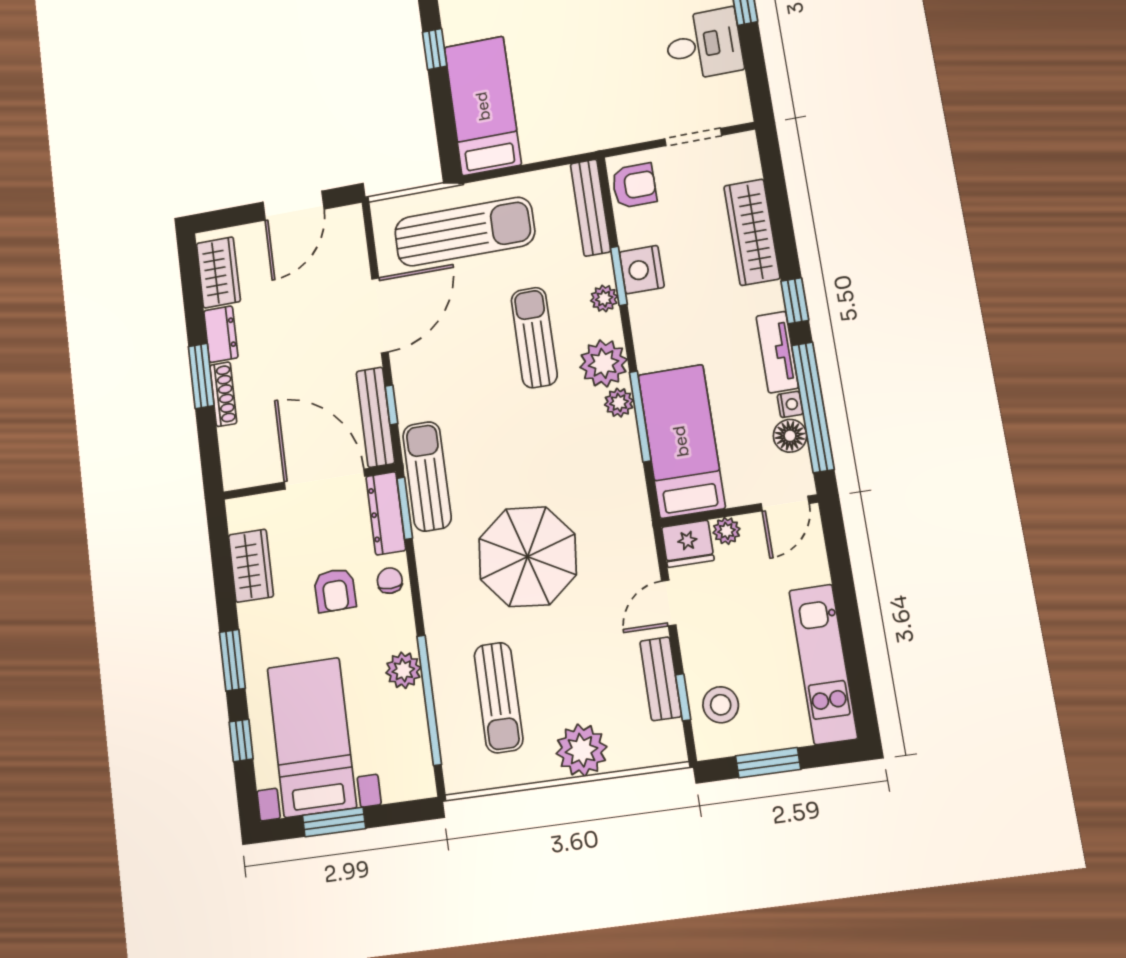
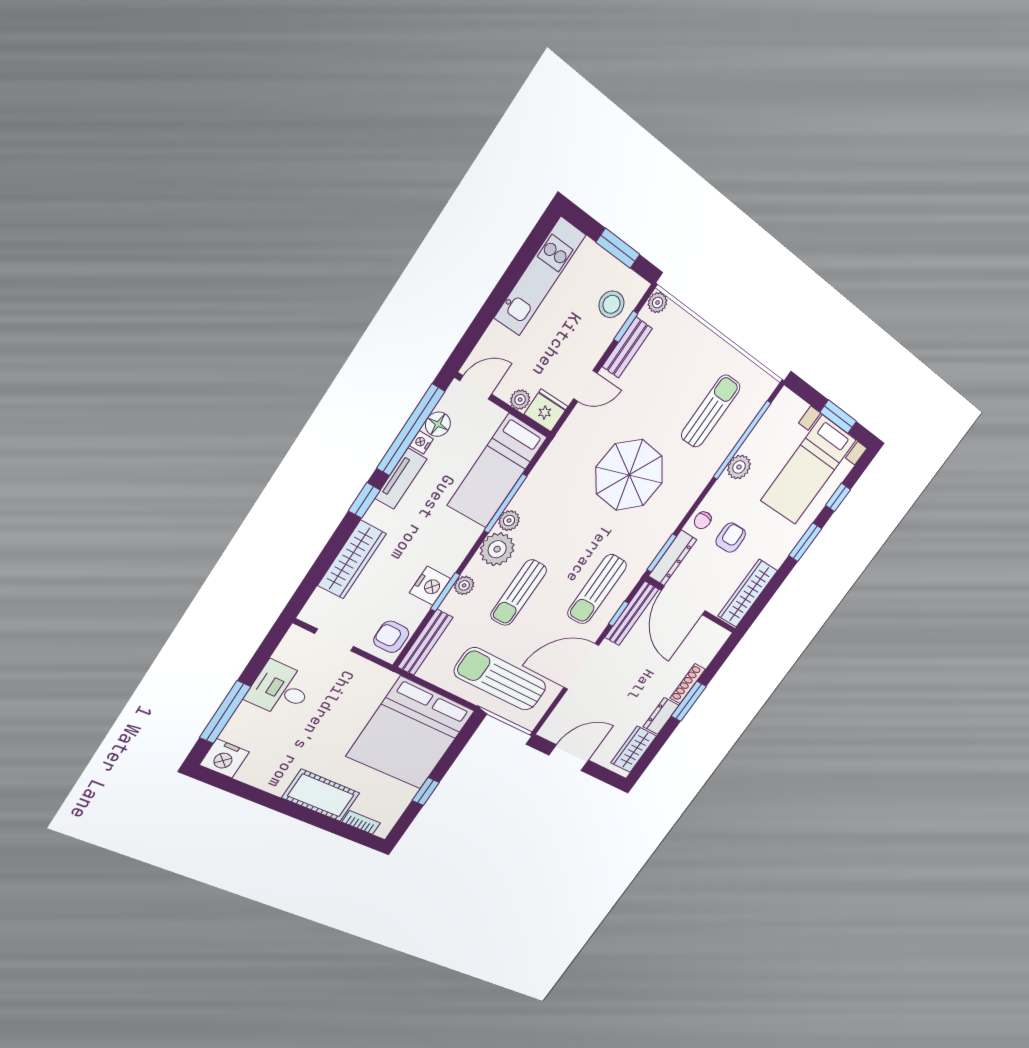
bed: (483, 106) -> (411, 733), width x2.04
sun lounger: (427, 476) -> (597, 589), moved
wardrobe: (251, 566) -> (748, 593), width x1.50
plant: (581, 750) -> (658, 303), moved, width x0.53, depth x0.53

